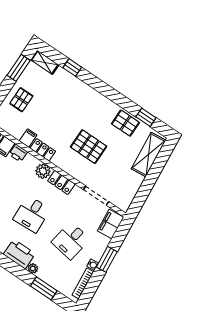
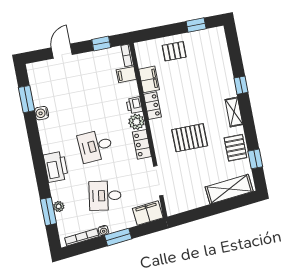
shelving: (45, 62) -> (234, 112), moved
window: (72, 67) -> (241, 85), moved
window: (19, 68) -> (196, 25), width x0.67
filing cabinet: (28, 138) -> (149, 79), width x2.00
pallet: (89, 147) -> (190, 138), turned 90
printer: (18, 153) -> (134, 105), moved
plant: (33, 268) -> (59, 206), moved

